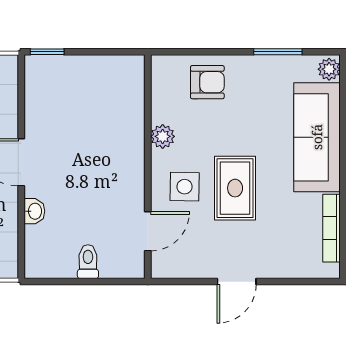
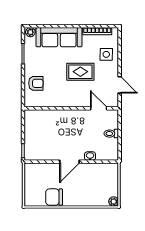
armchair: (207, 82) -> (36, 83), turned 90
plant: (163, 136) -> (59, 102), removed
side table: (185, 187) -> (106, 54), moved
door: (237, 282) -> (120, 85), moved

